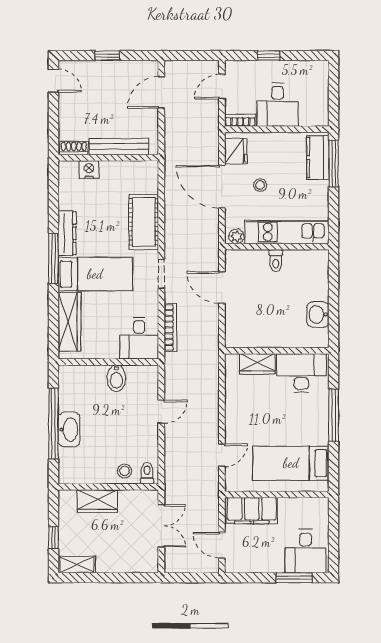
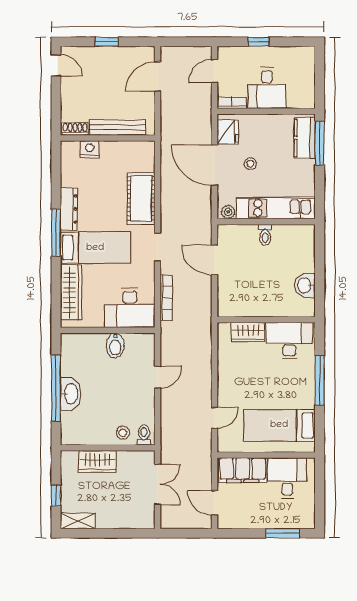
desk: (139, 338) -> (130, 308), width x1.37
desk: (305, 551) -> (287, 478), moved, turned 180

